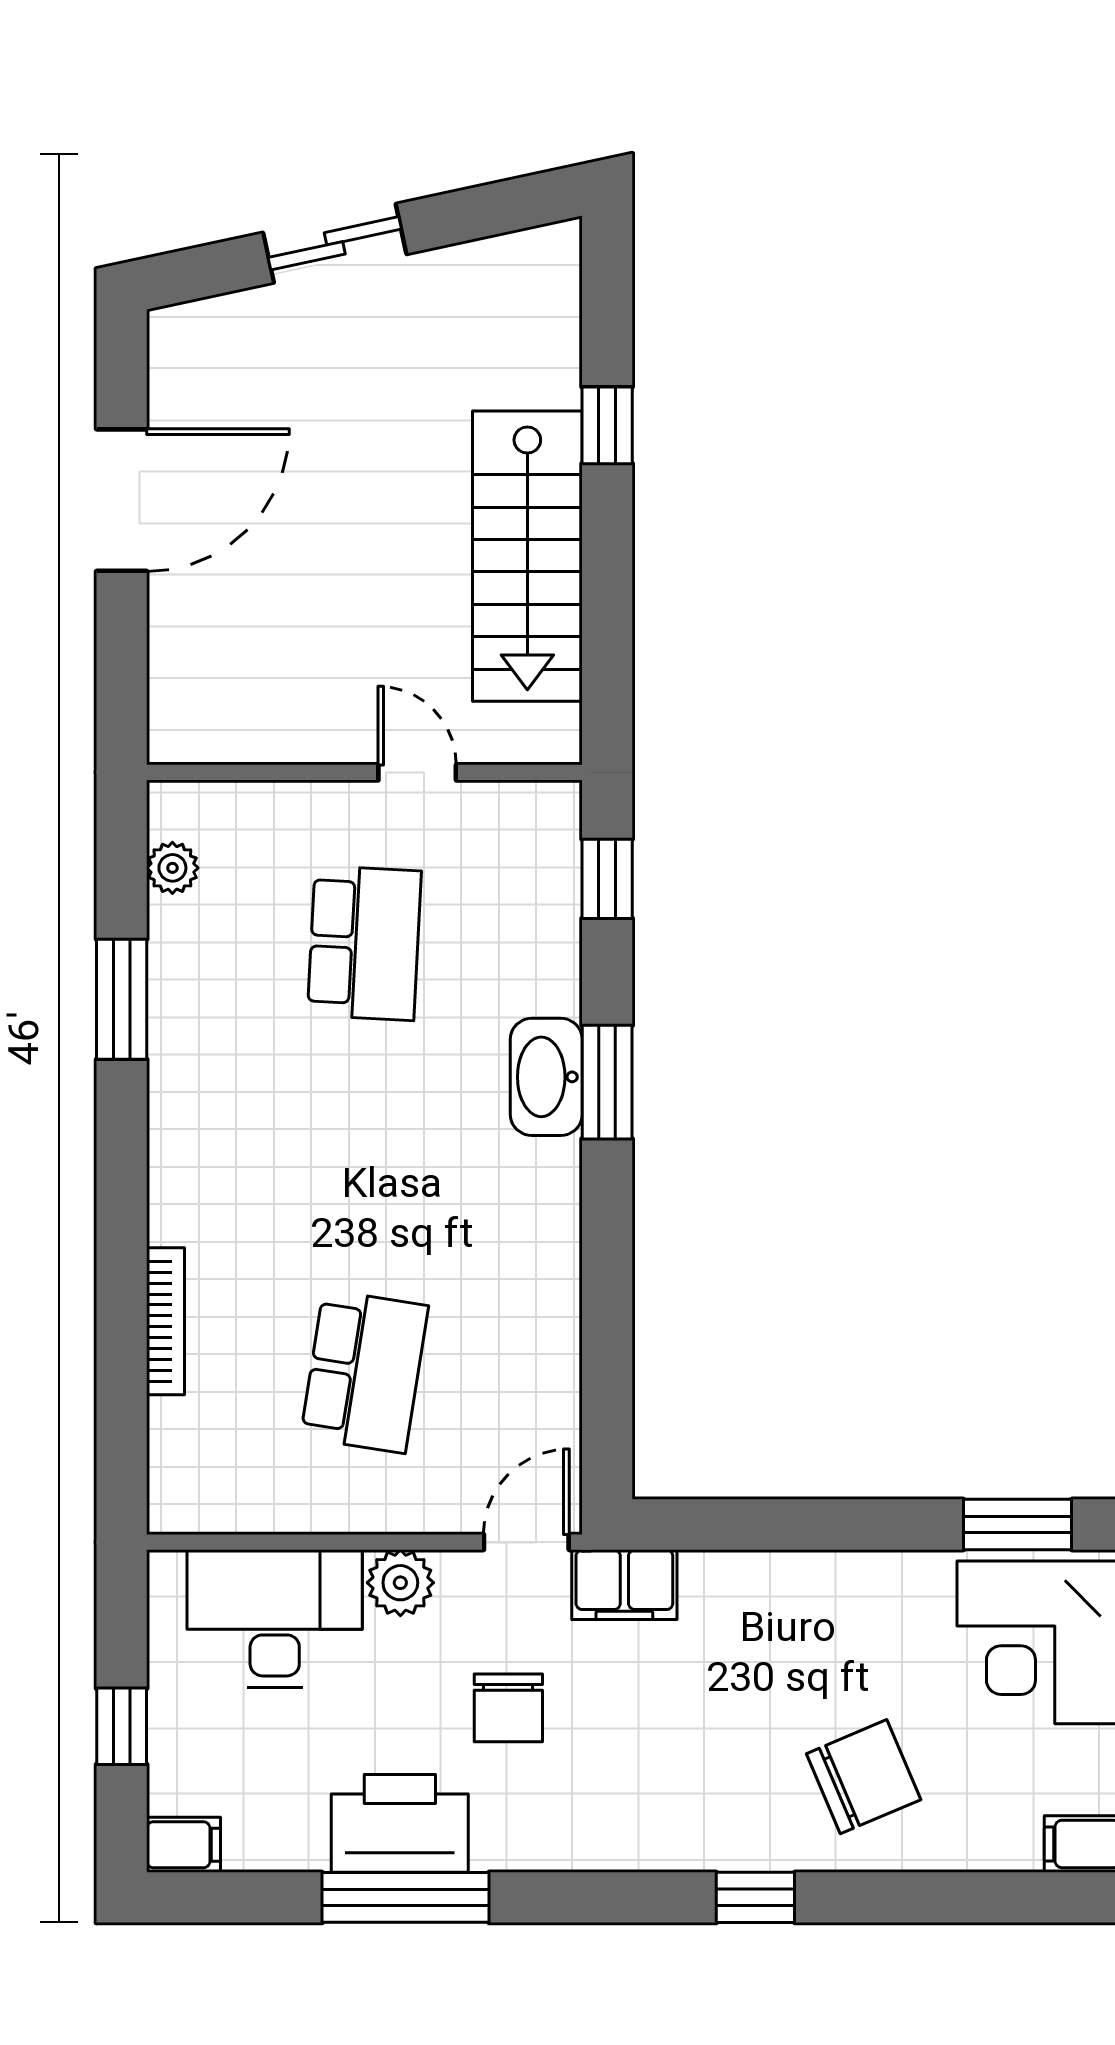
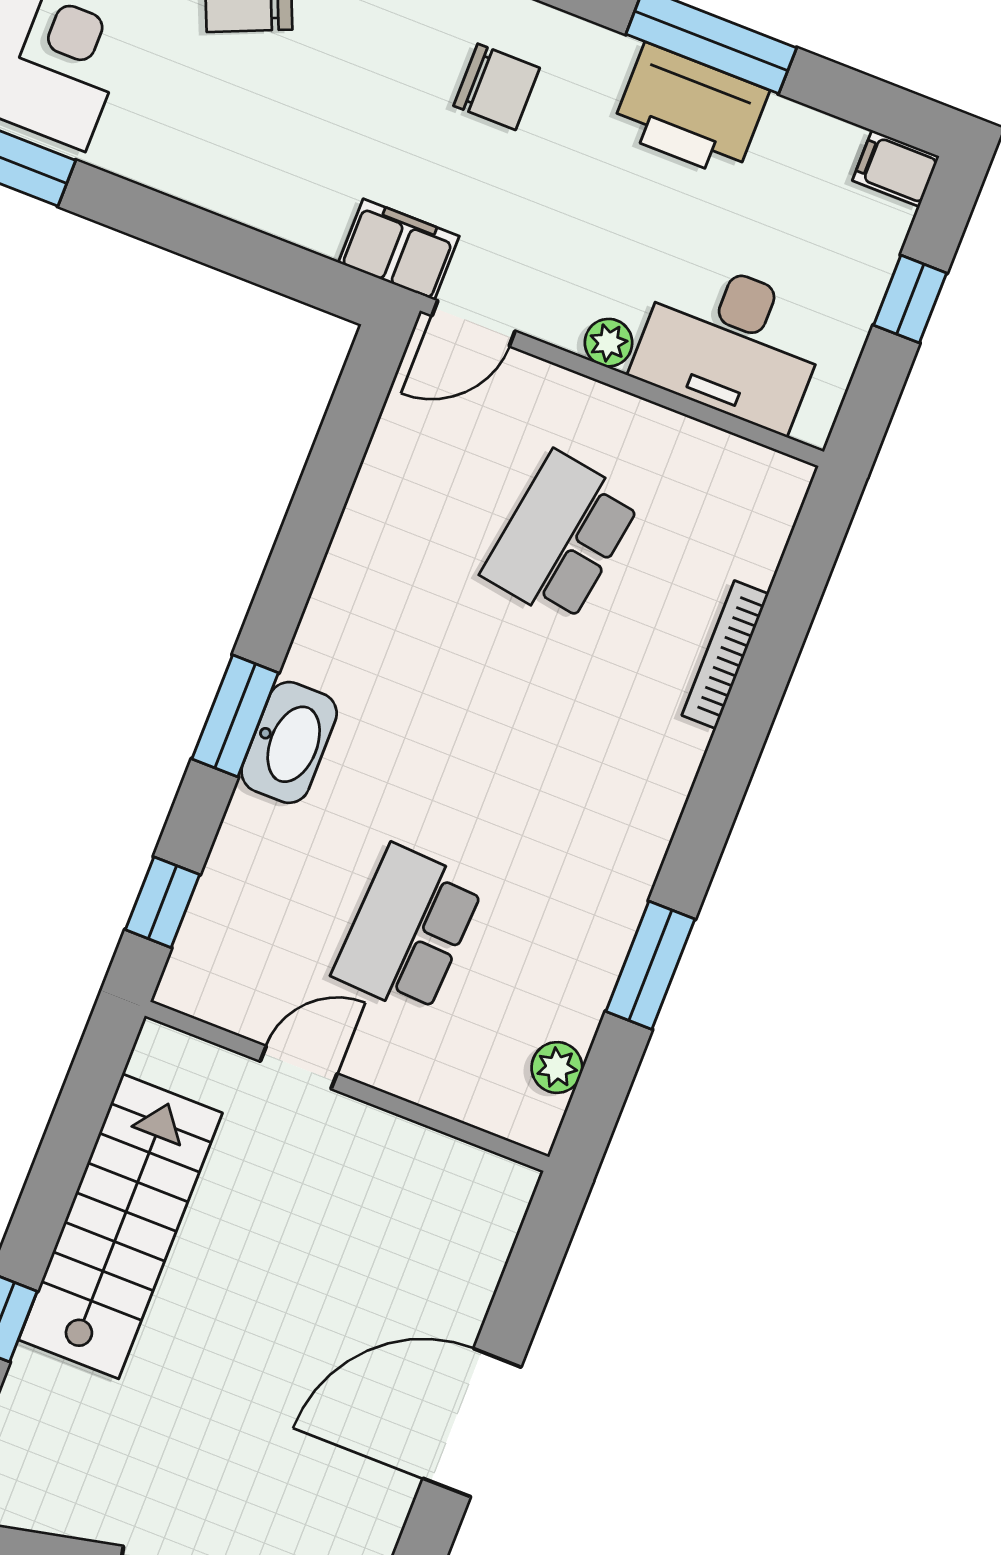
door: (417, 772) -> (299, 1067), swing flipped
plant: (400, 1583) -> (609, 343), width x0.73, depth x0.73
chair: (508, 1708) -> (497, 87), moved, turned 90

